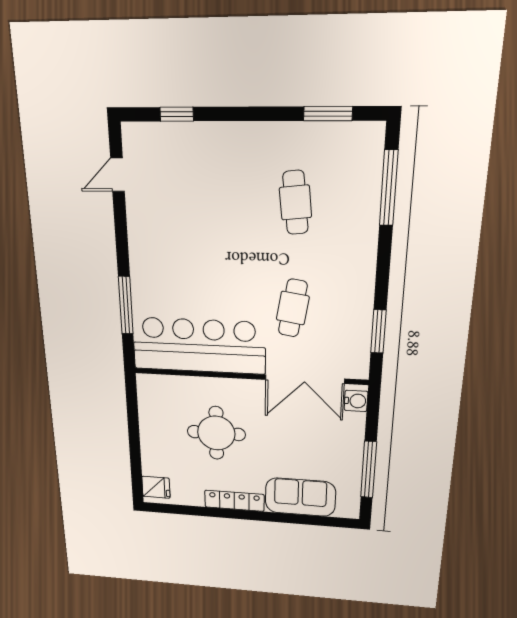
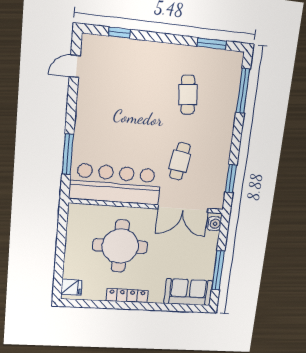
round table: (216, 433) -> (120, 246), width x1.36, depth x1.36
sofa: (300, 497) -> (188, 292), moved

